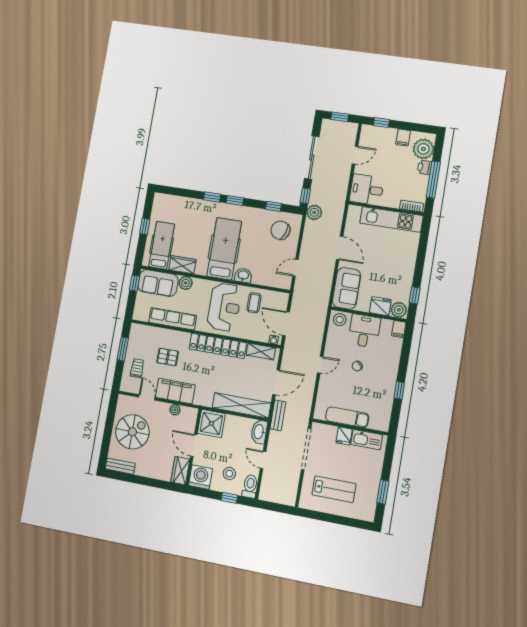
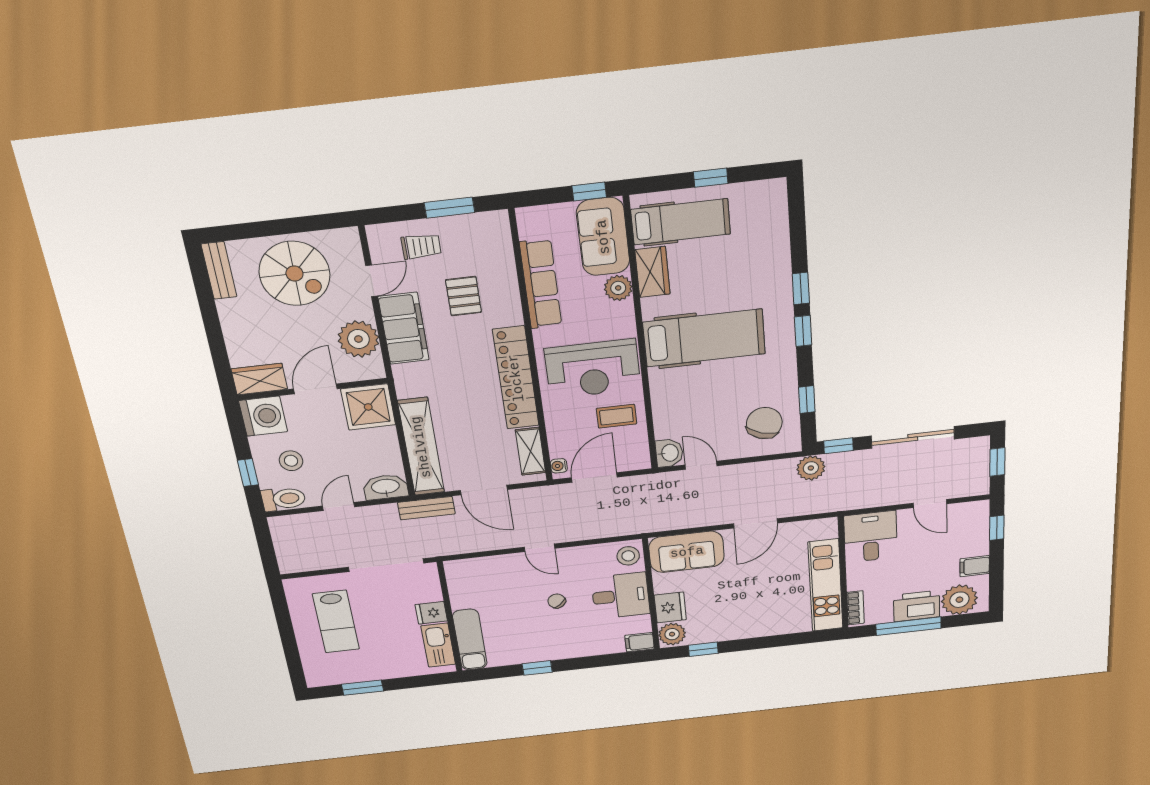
printer: (425, 167) -> (917, 606), width x1.87, depth x1.48
washbasin: (243, 275) -> (669, 453), moved
plant: (175, 410) -> (358, 339), width x1.88, depth x1.88
exam couch: (347, 417) -> (470, 640), moved

